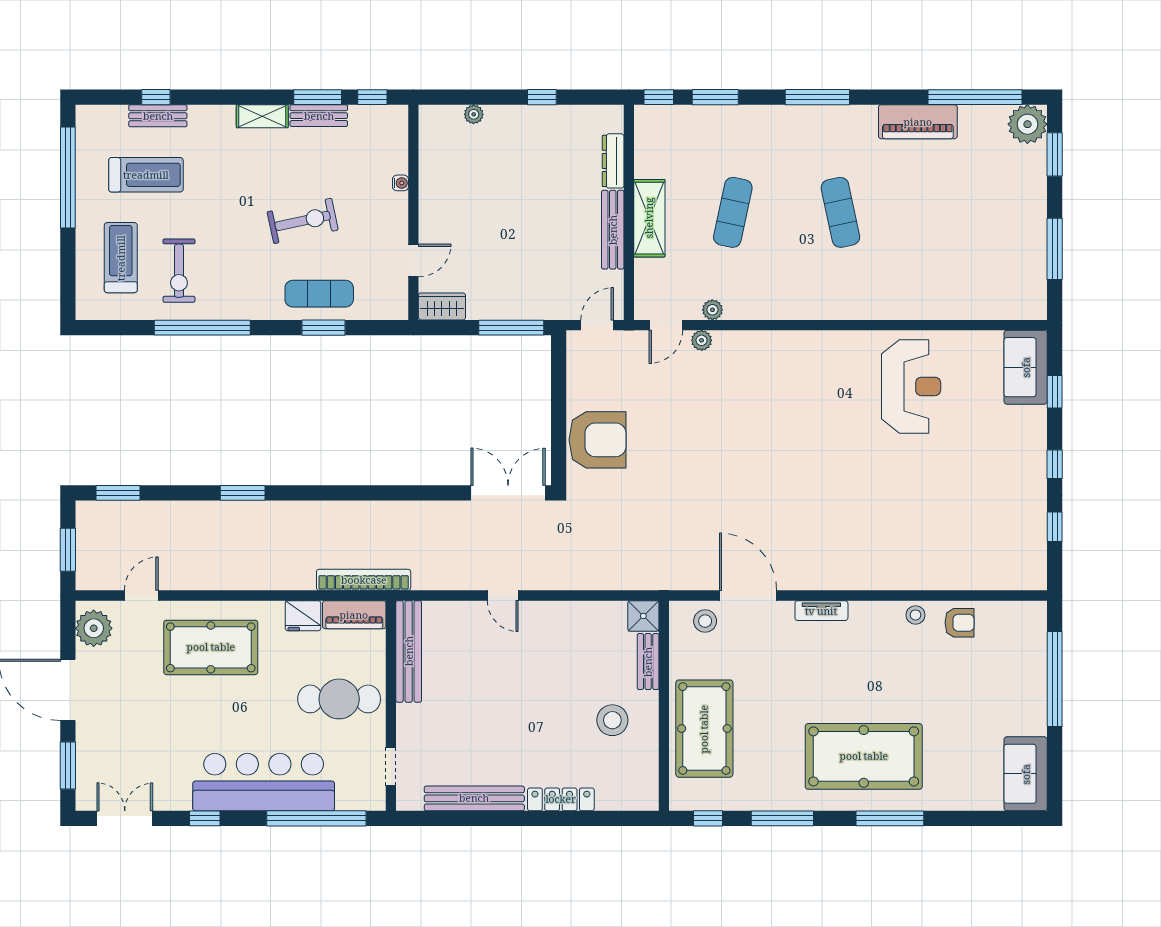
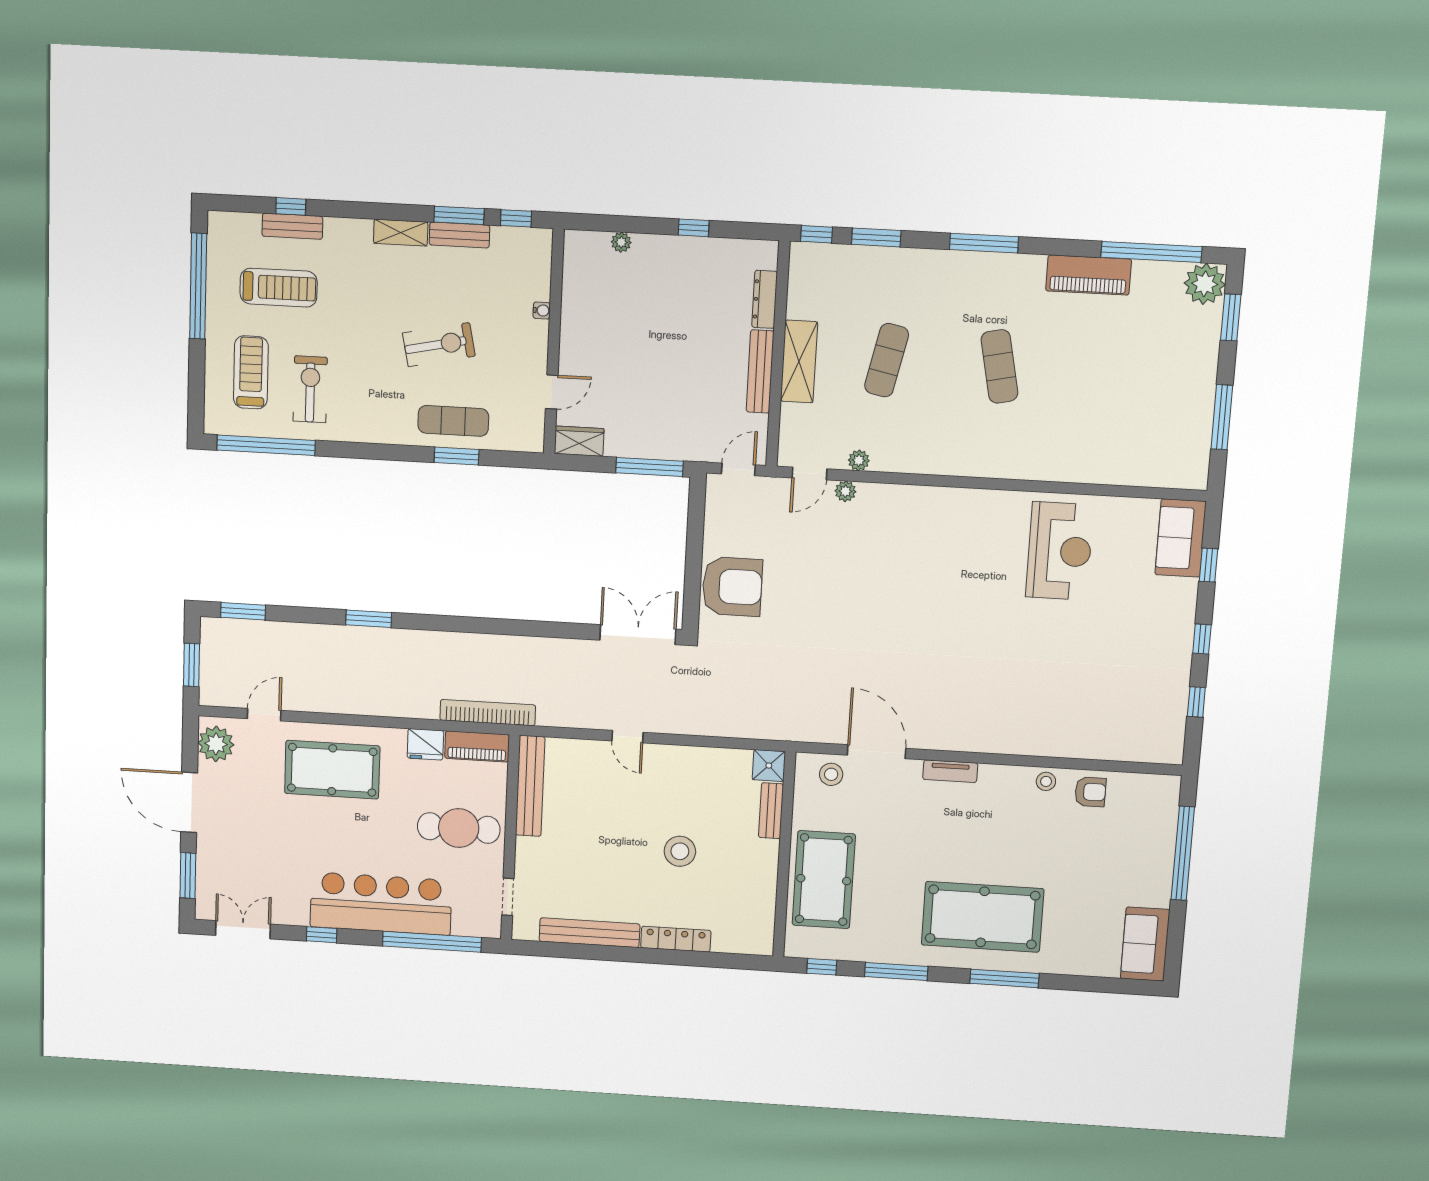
exercise bike: (179, 271) -> (310, 389), turned 180
window: (202, 328) -> (266, 445), moved
stool: (612, 720) -> (680, 851), moved

